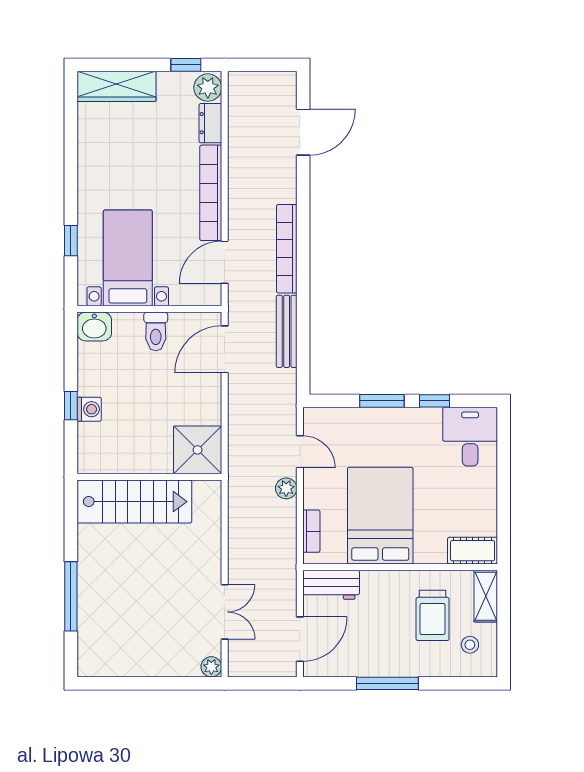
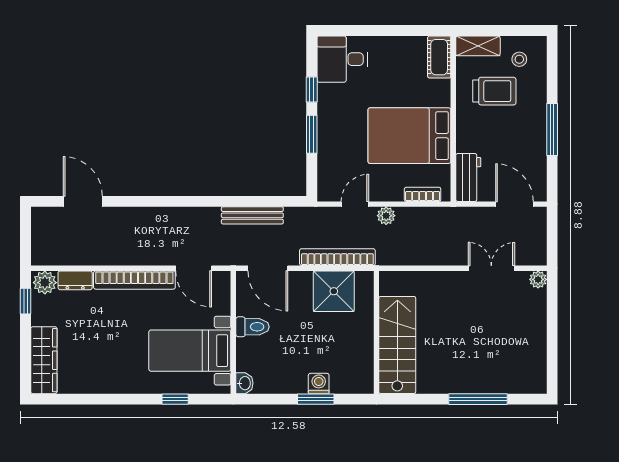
bookcase: (287, 249) -> (337, 257), moved, turned 180
washbasin: (94, 326) -> (244, 383), width x0.72, depth x0.69
window: (71, 406) -> (316, 399), width x1.50
shower: (198, 450) -> (334, 291), moved

